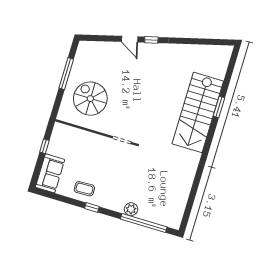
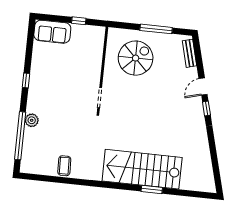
bench: (95, 46) -> (189, 53), added
coffee table: (84, 189) -> (64, 166), moved

